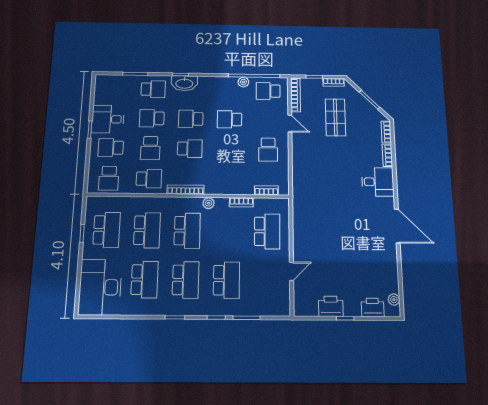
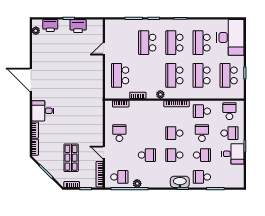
school desk: (191, 119) -> (174, 155), turned 180

